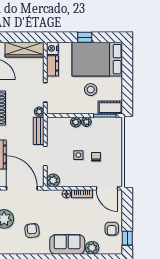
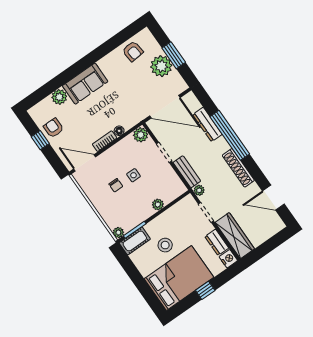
wardrobe: (24, 50) -> (235, 236), moved, turned 90
plant: (86, 122) -> (118, 232), moved
armchair: (32, 231) -> (133, 51), moved
window: (127, 238) -> (40, 140), moved

